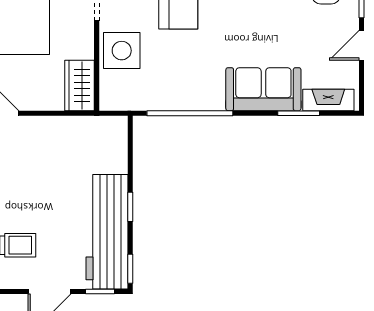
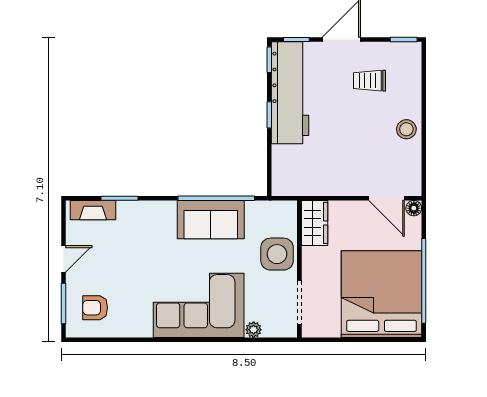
sofa: (263, 89) -> (211, 220), moved

